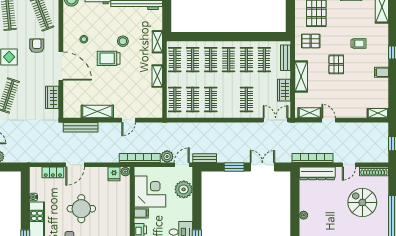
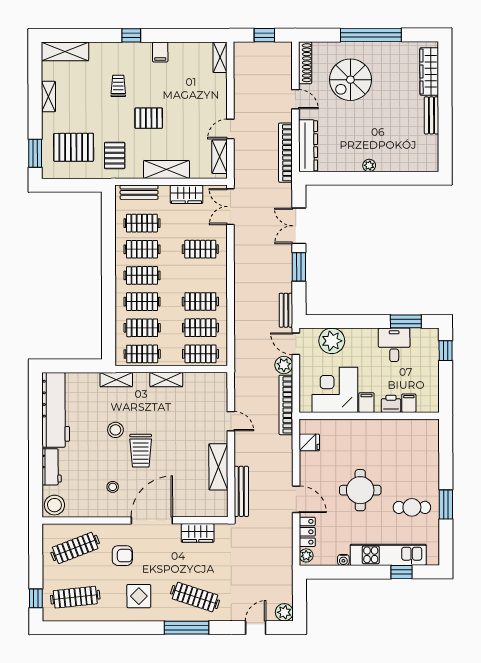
armchair: (37, 46) -> (122, 556), turned 180
plant: (125, 172) -> (306, 555), moved

